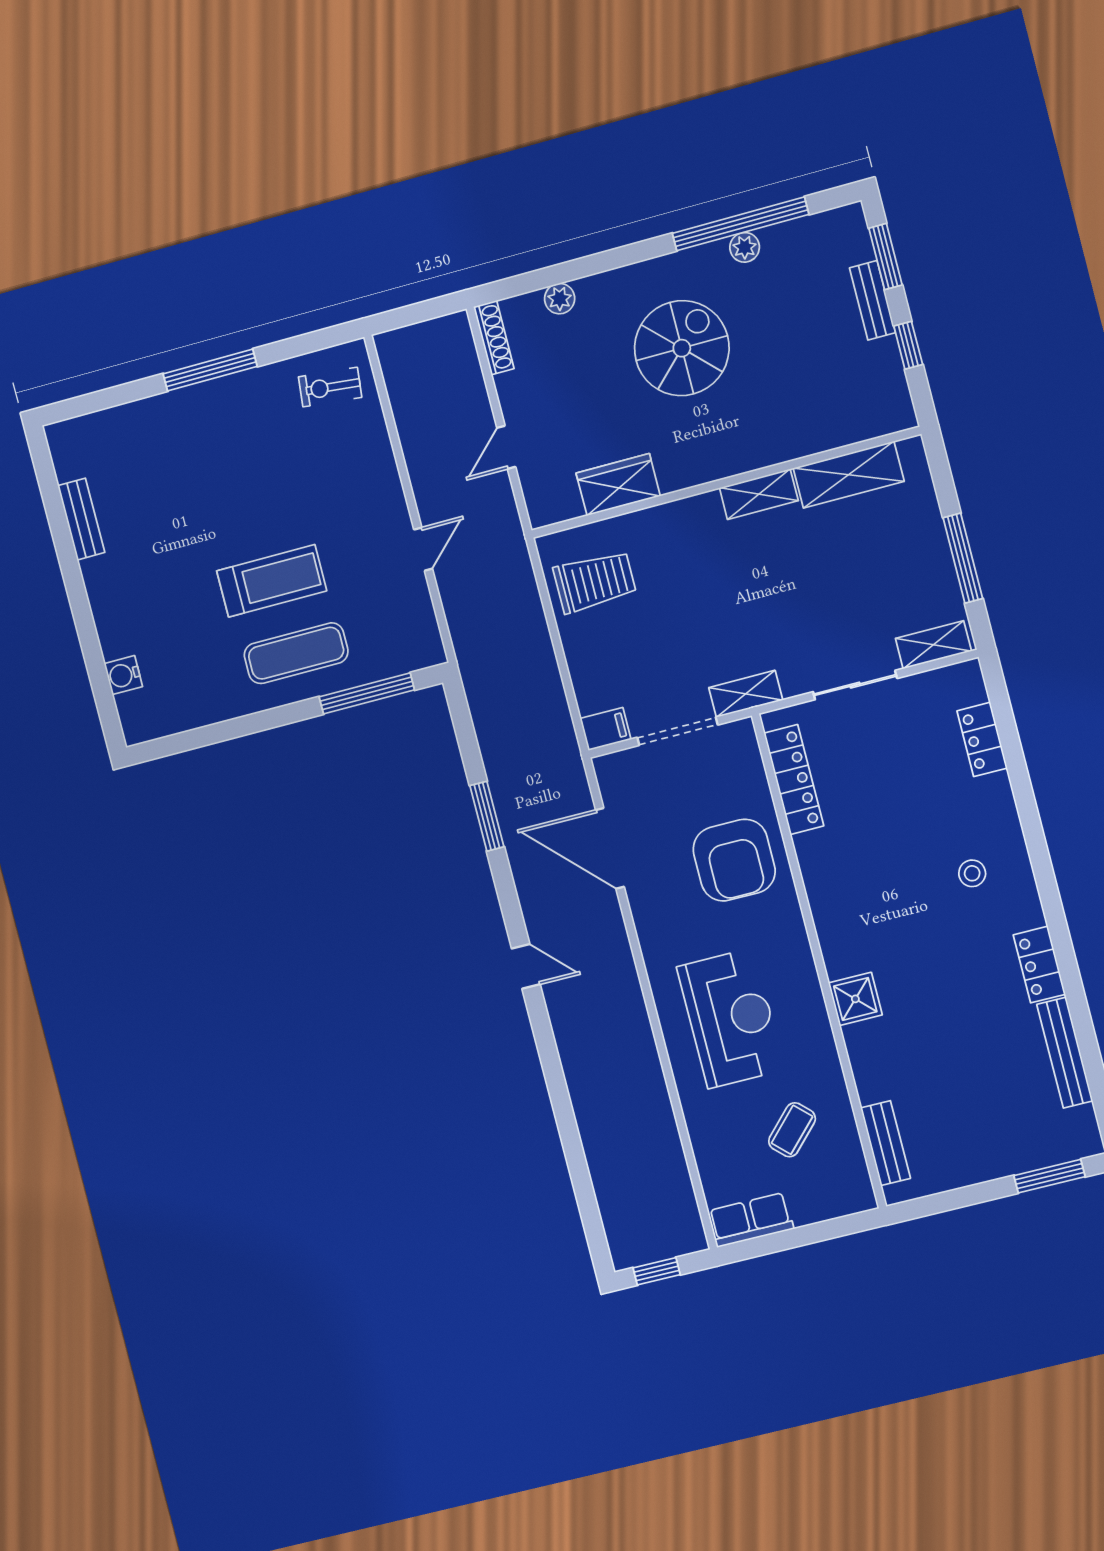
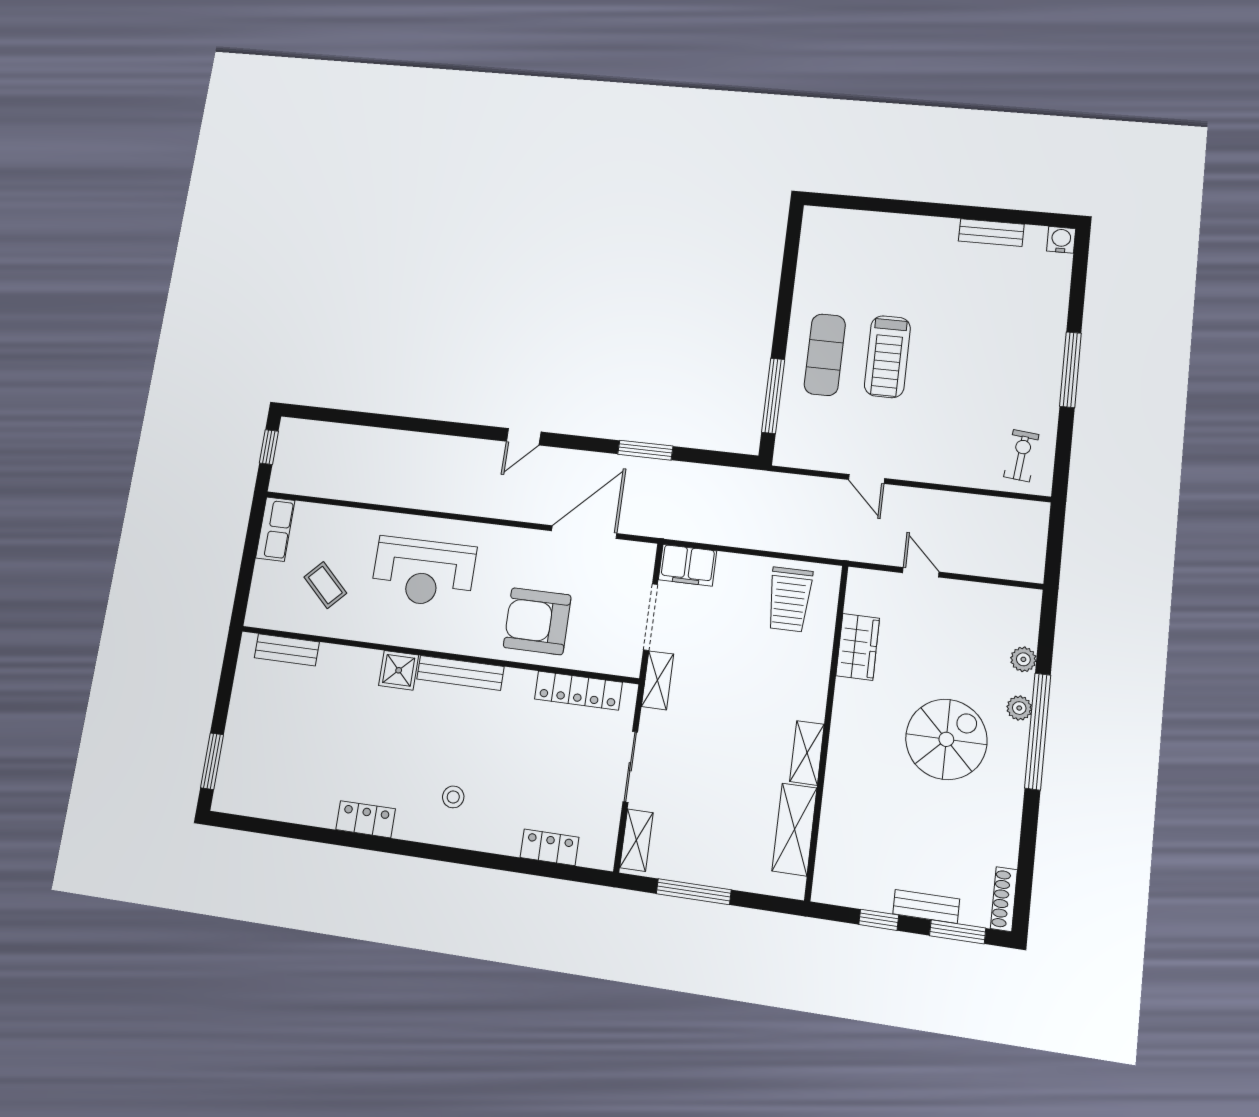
window: (741, 224) -> (1038, 731), moved
plant: (745, 247) -> (1019, 708), moved
shoe rack: (494, 338) -> (1004, 899), moved, turned 90
spiral stairs: (682, 348) -> (946, 739), turned -90
water cooler: (123, 675) -> (1061, 240), moved
filing cabinet: (606, 729) -> (687, 565), width x2.00
bench: (1065, 1053) -> (460, 673), moved

